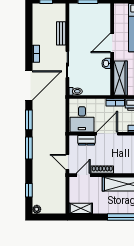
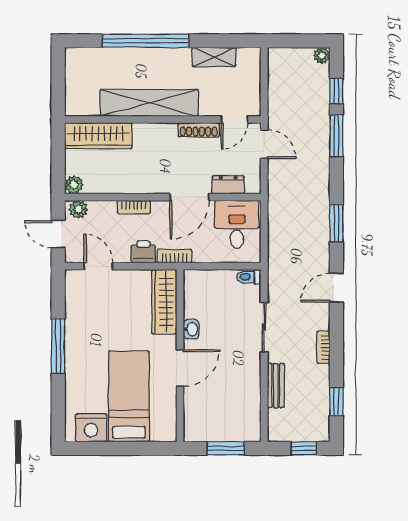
window: (29, 25) -> (336, 402), added
door: (29, 86) -> (336, 288), width x0.53
window: (29, 148) -> (336, 136), moved
shelving: (81, 208) -> (214, 57), moved

